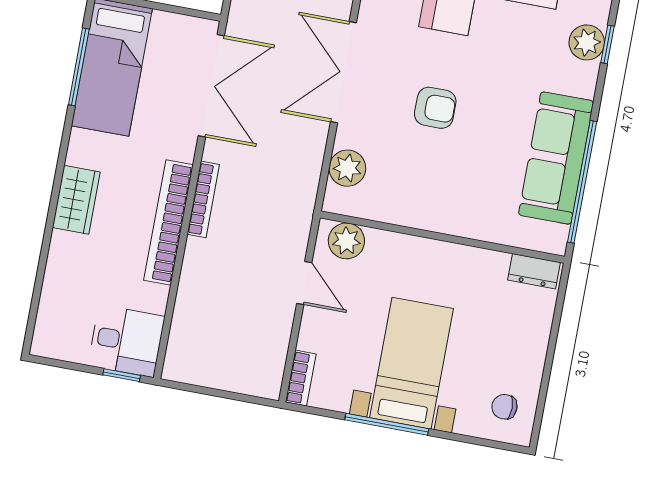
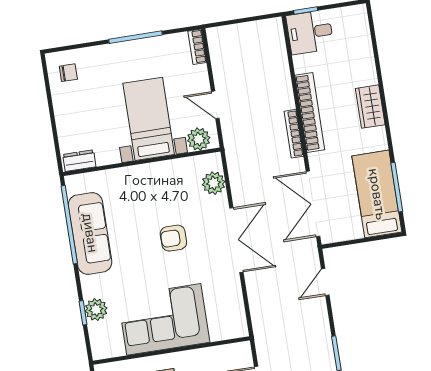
bed with nightstands: (412, 363) -> (149, 119), moved, turned 180

